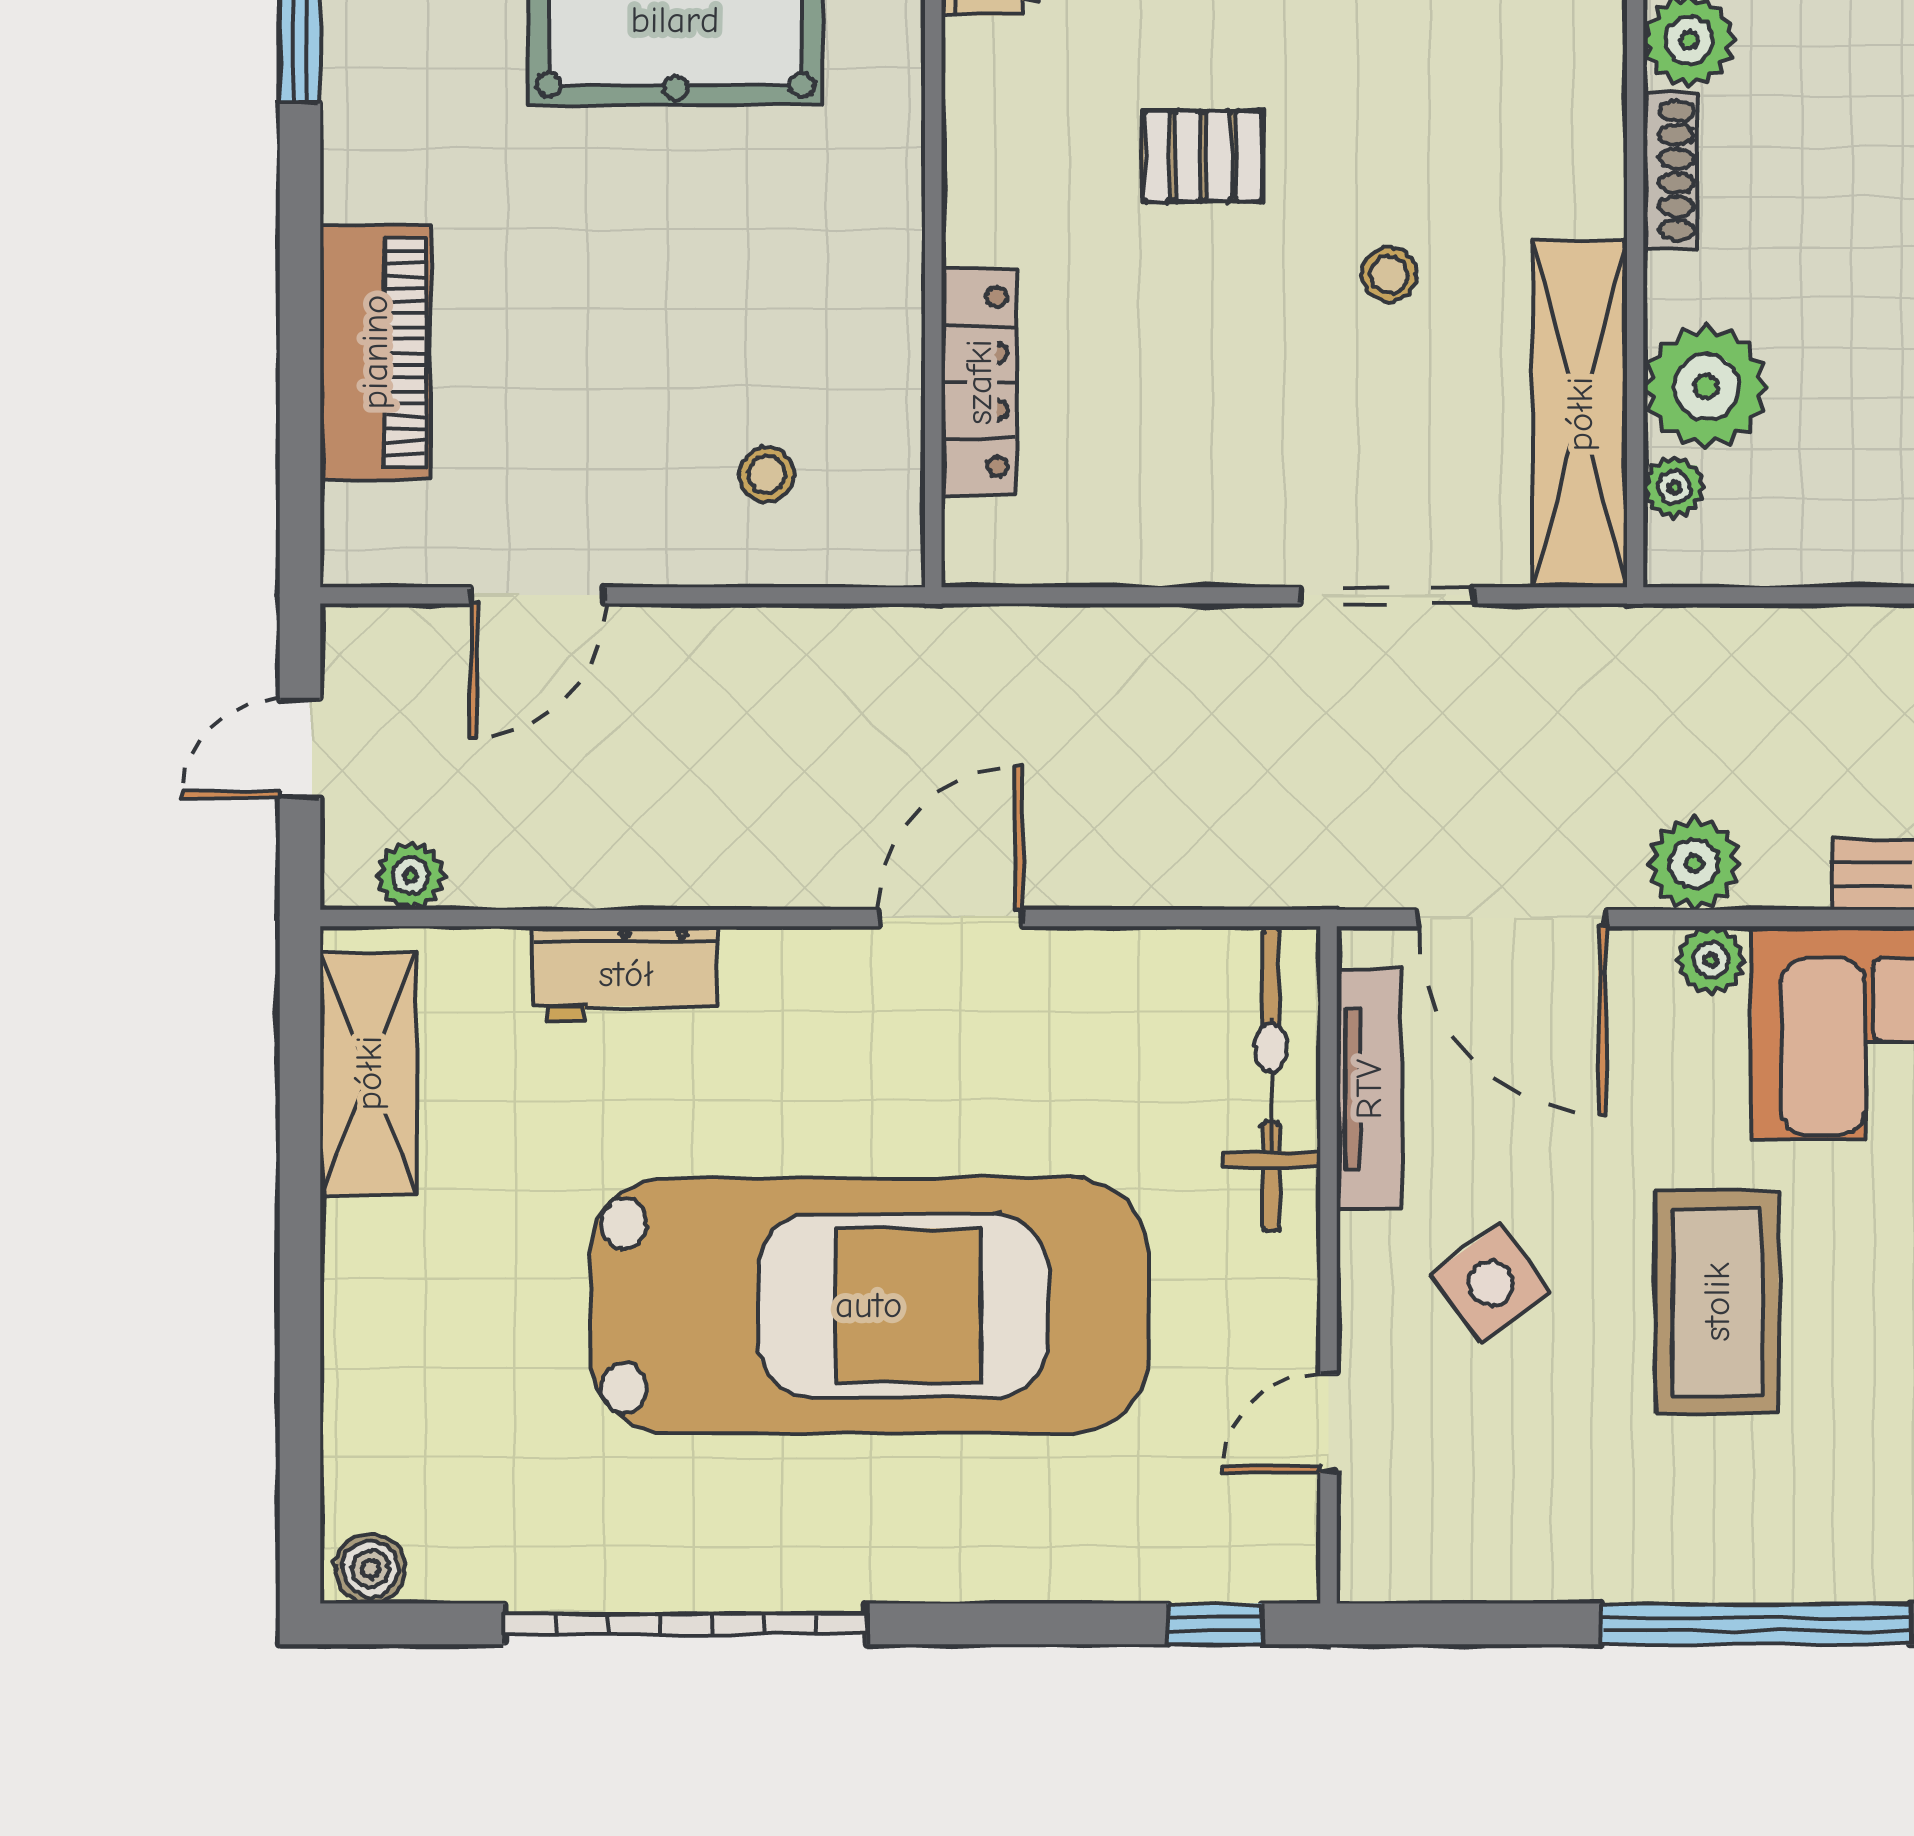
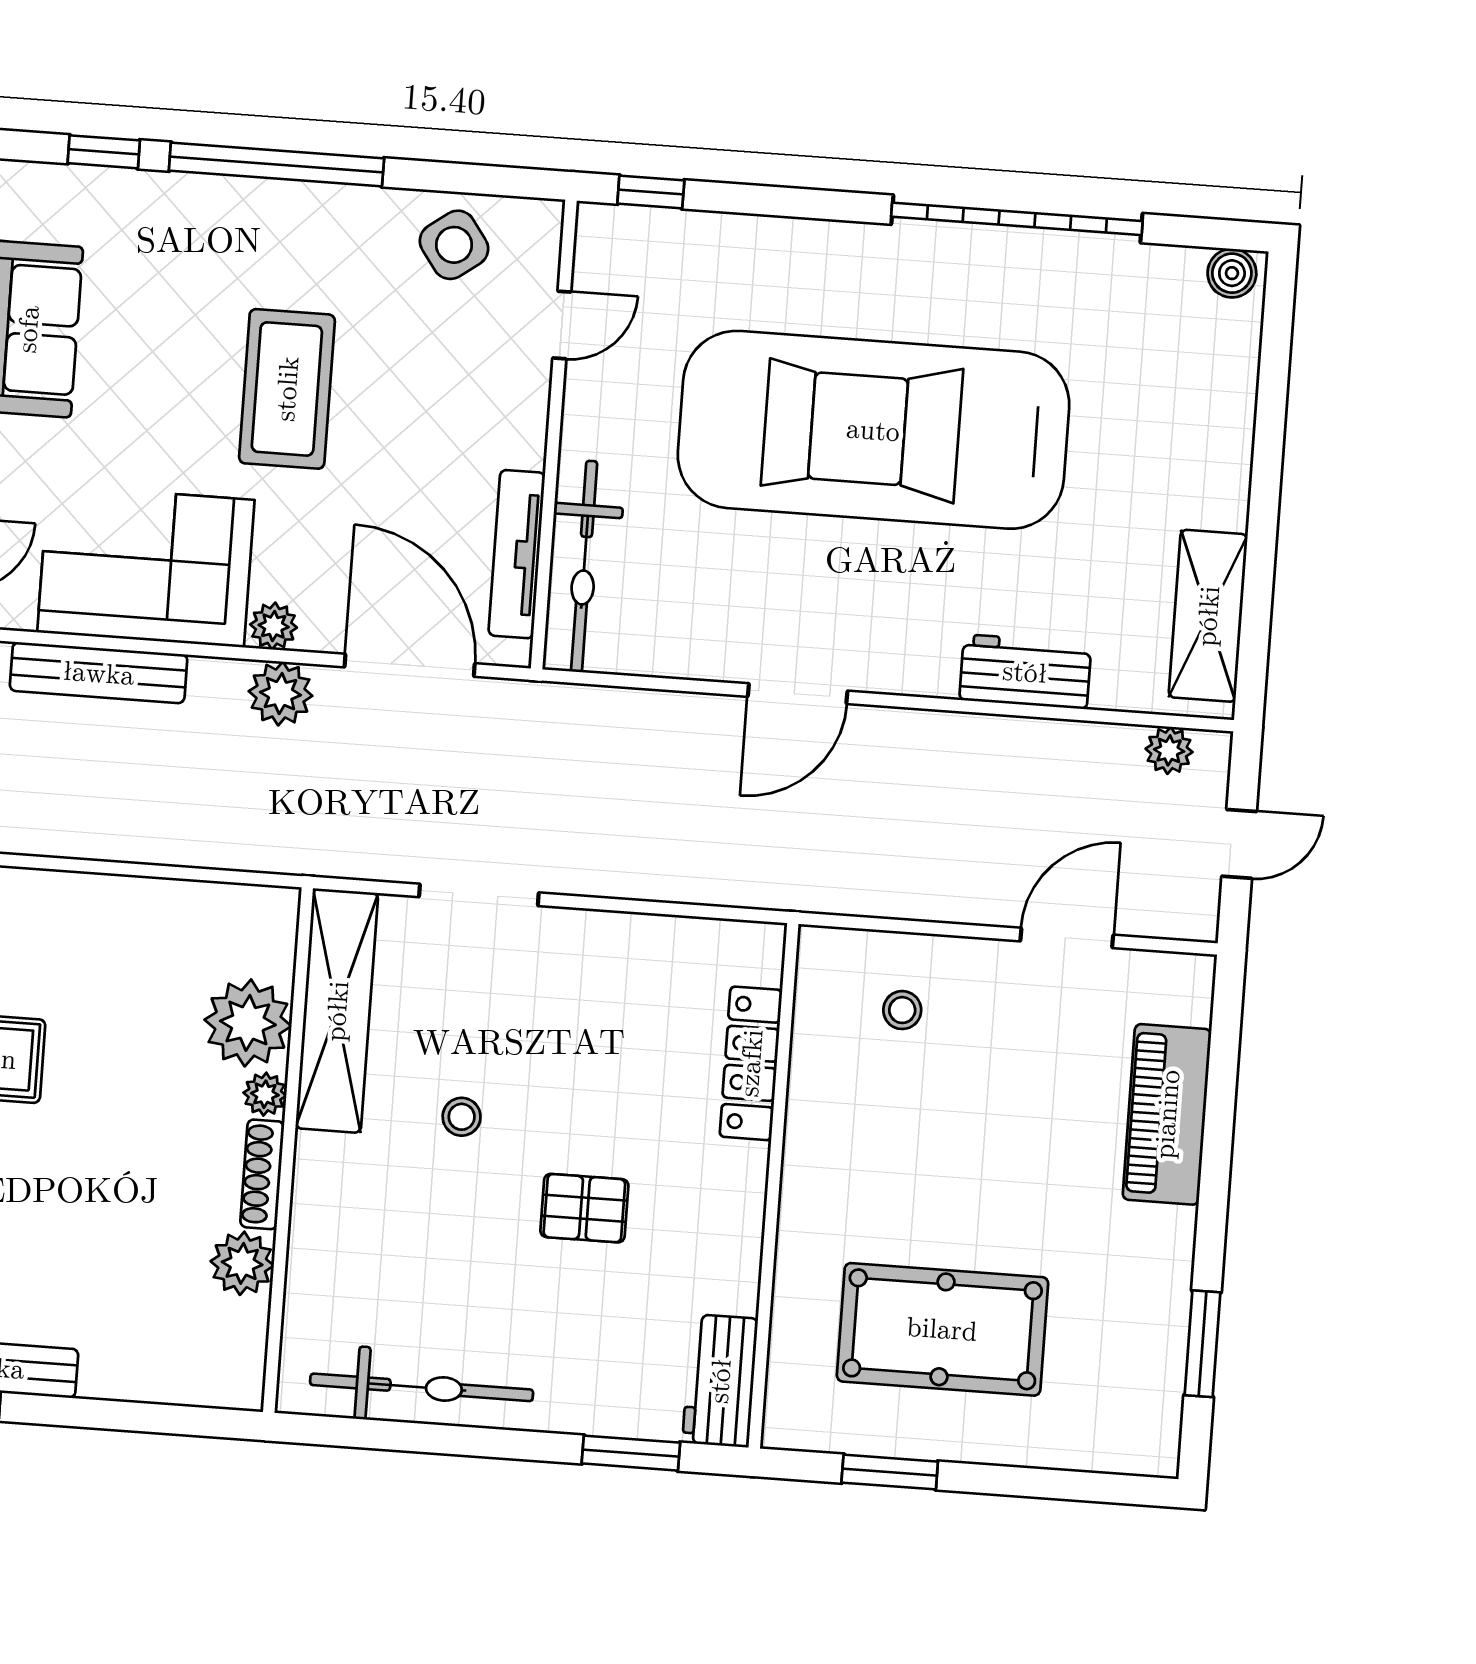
plant: (1674, 487) -> (265, 1094), moved
side table: (1491, 1284) -> (454, 245), moved

